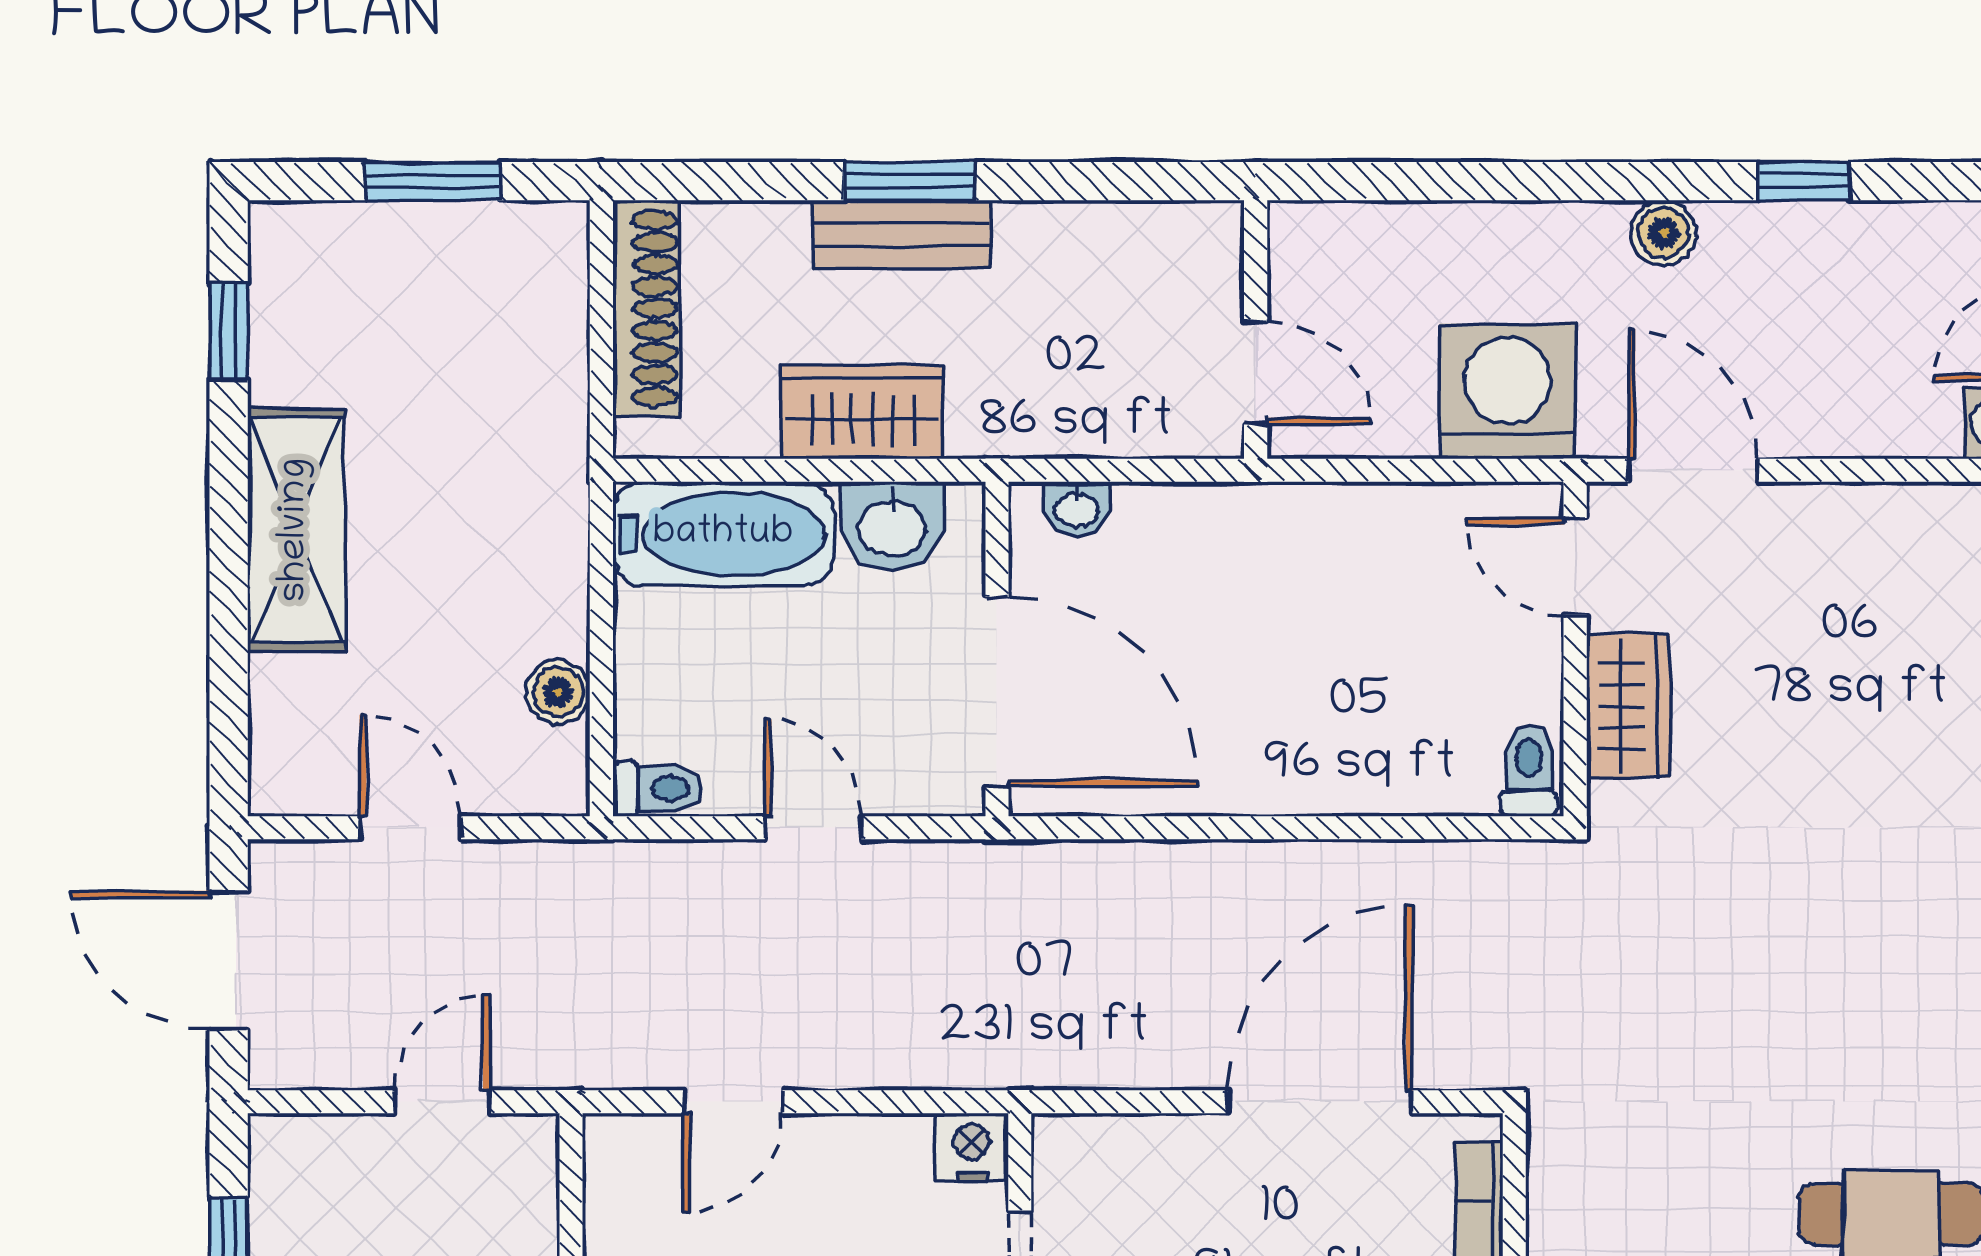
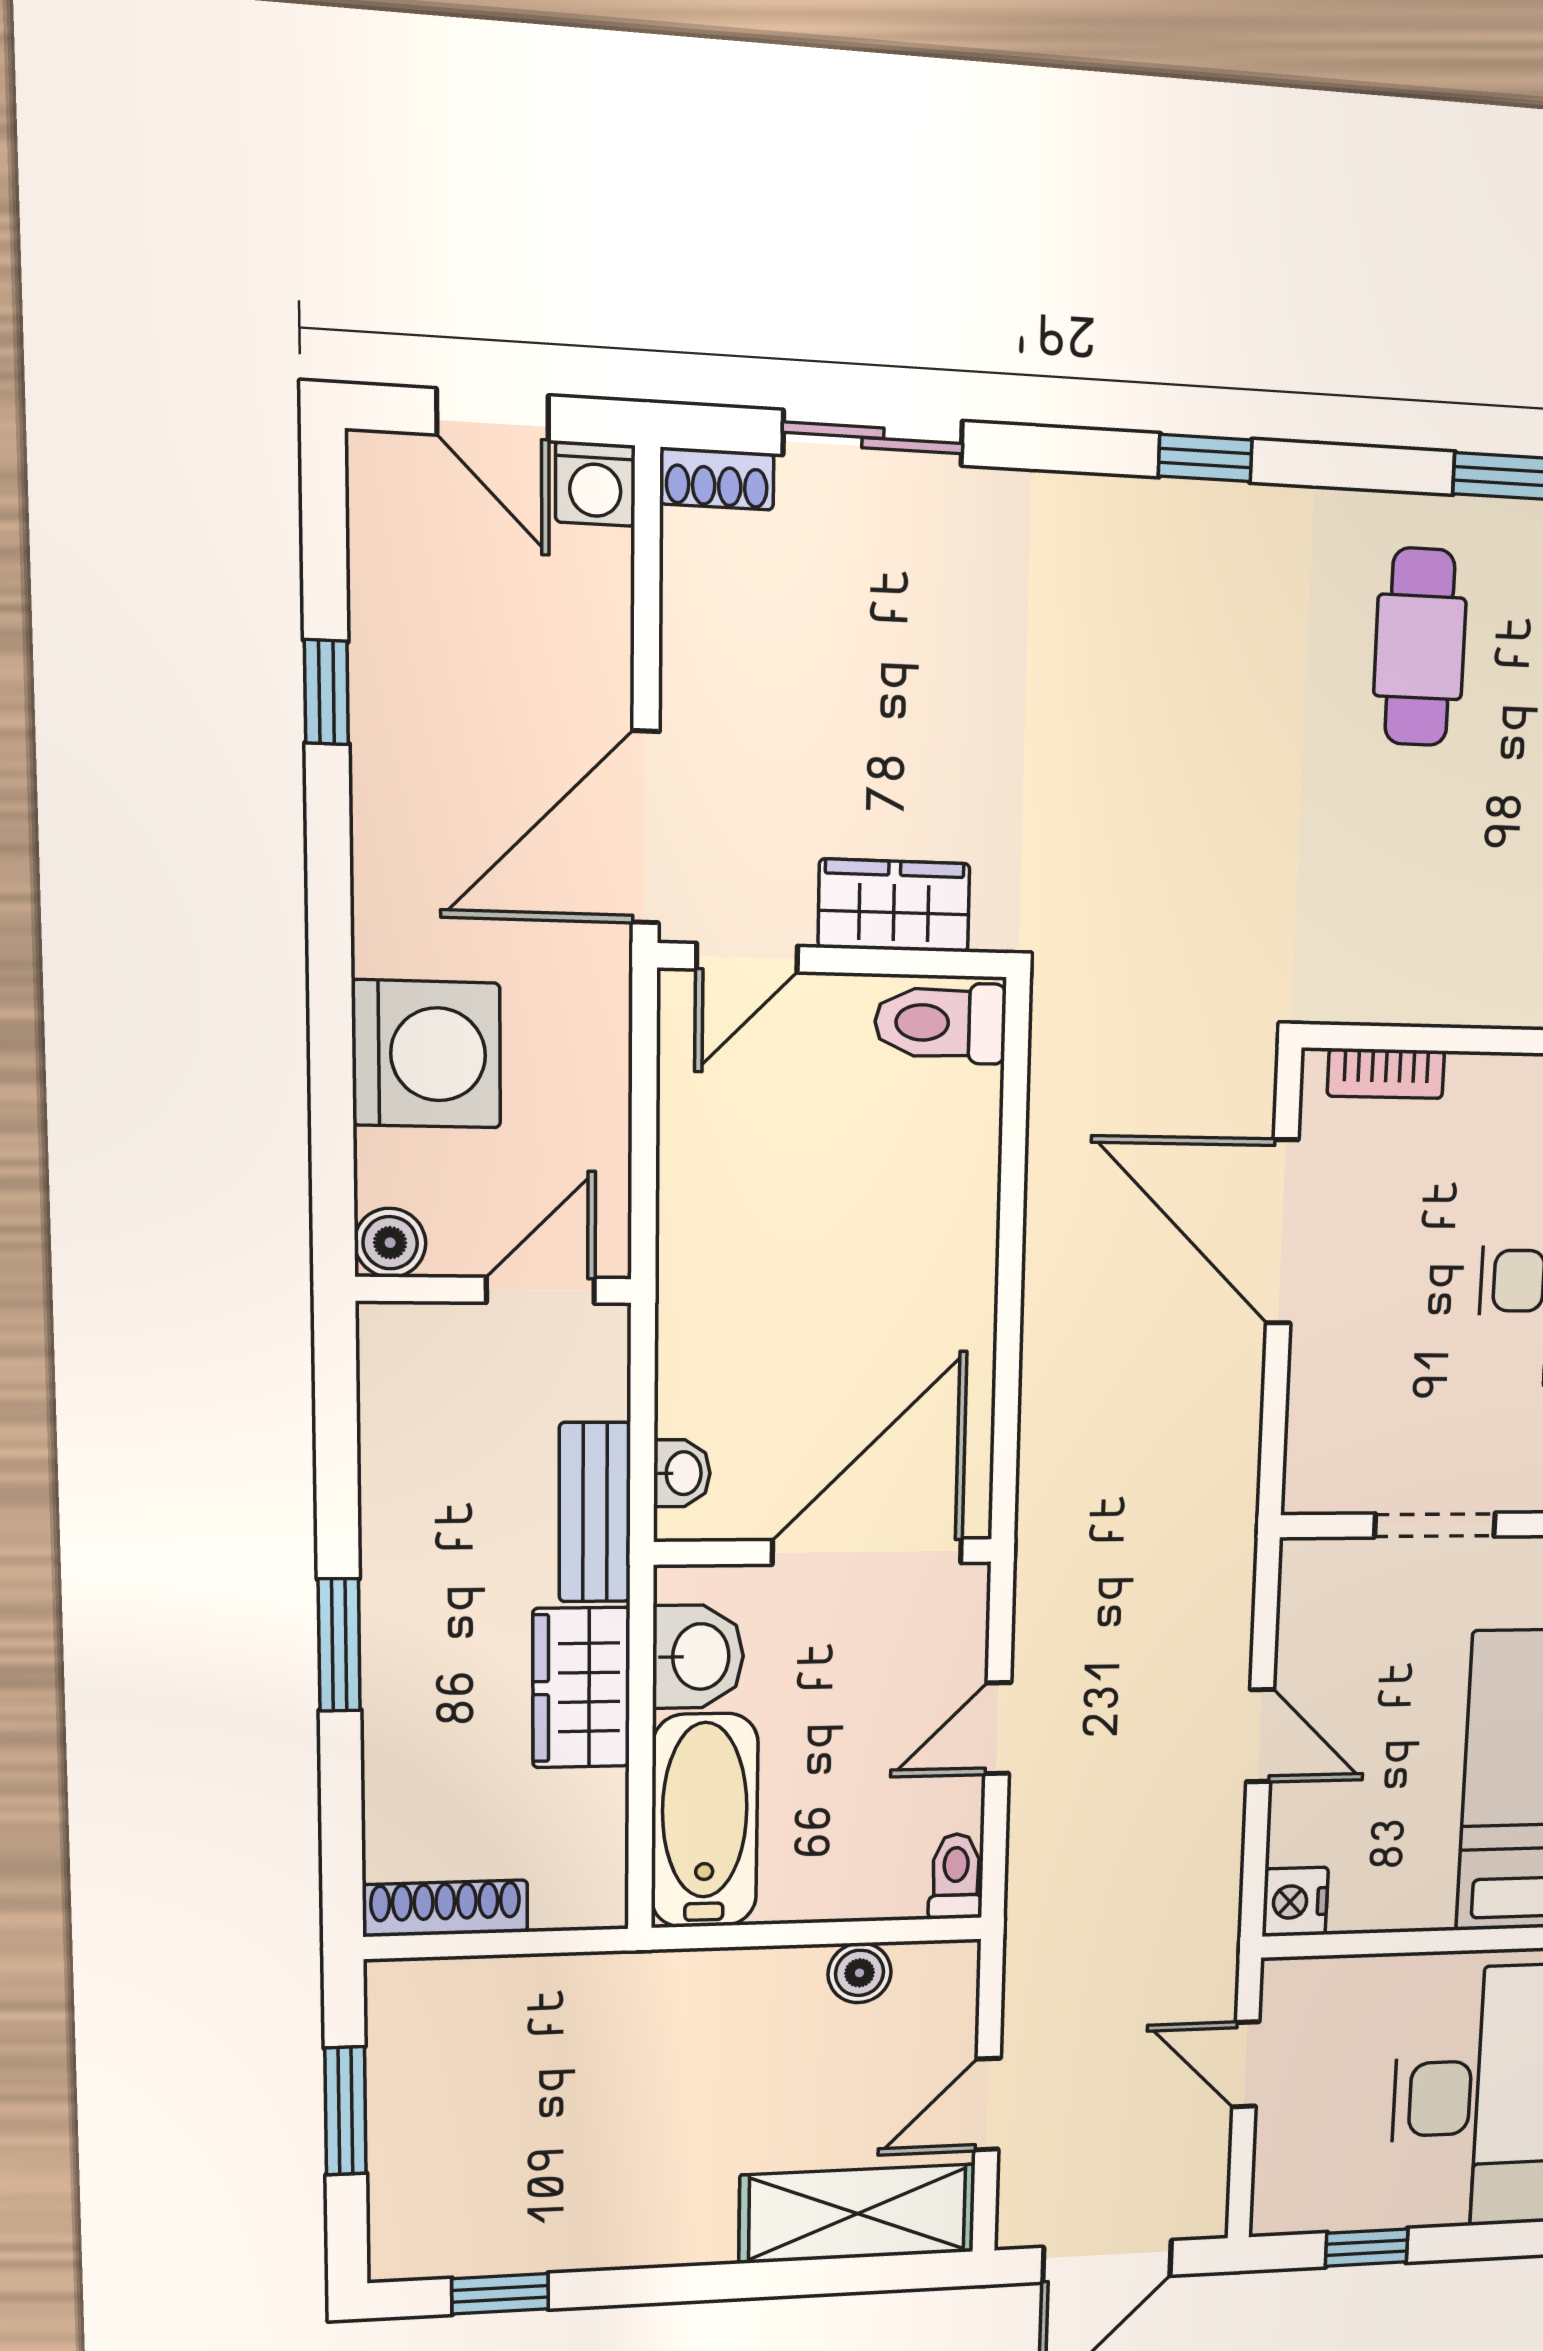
boiler: (1663, 233) -> (390, 1243), moved
bench: (902, 234) -> (595, 1512), moved
shoe rack: (646, 308) -> (445, 1908), width x0.74, depth x0.81
washing machine: (1507, 391) -> (426, 1054), moved, turned 180
door: (1693, 470) -> (646, 827), width x1.36
shelving: (296, 530) -> (857, 2214), moved
toilet: (1529, 771) -> (940, 1023), width x1.37, depth x1.39
door: (733, 1102) -> (1260, 1736), moved
nightstand: (971, 1147) -> (1295, 1902), moved

